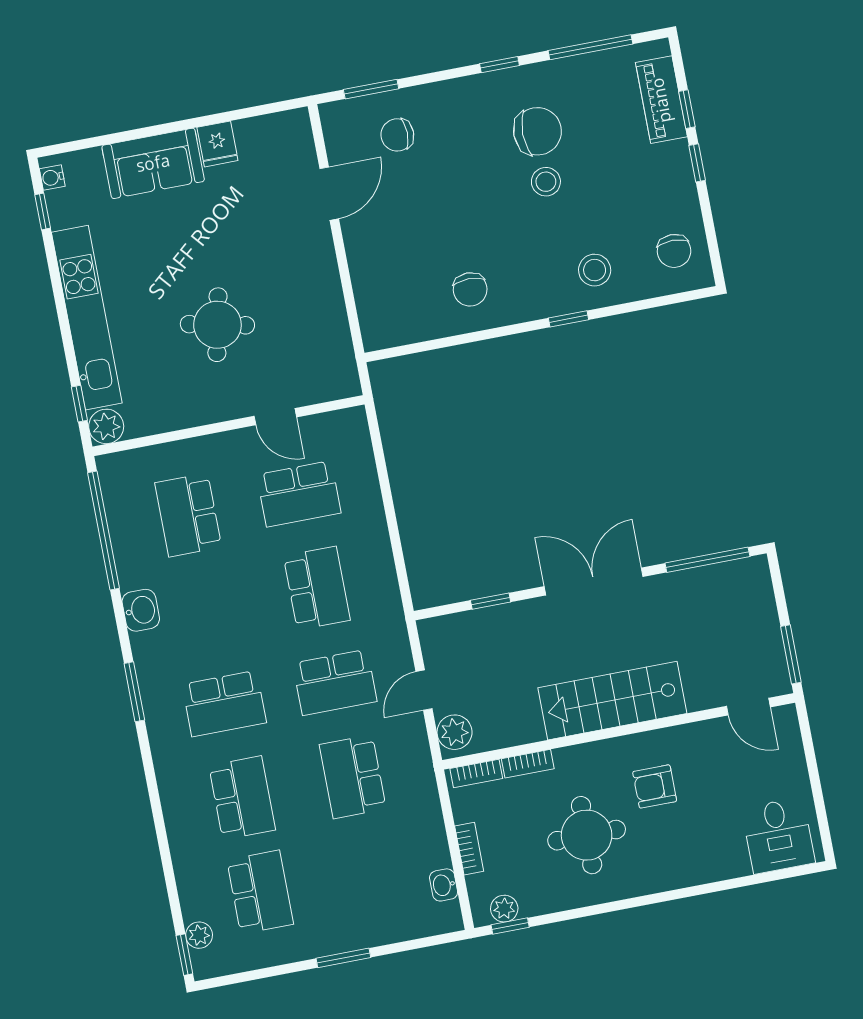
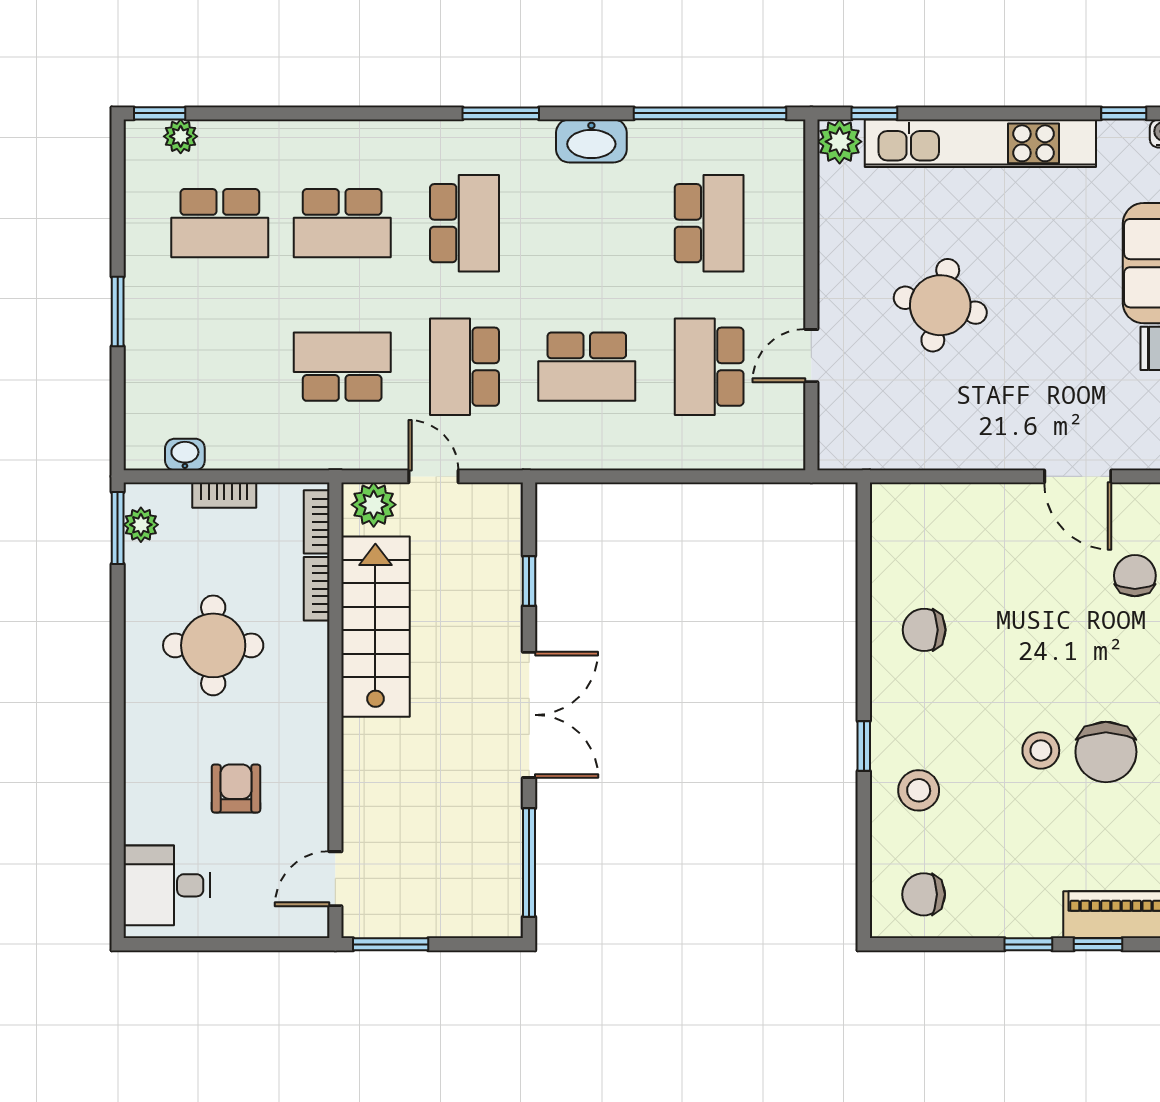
school desk: (188, 515) -> (709, 223), turned 90
washbasin: (141, 610) -> (591, 141), width x1.38
stairs: (612, 701) -> (375, 627), moved
school desk: (224, 704) -> (464, 223), turned 180
armchair: (655, 786) -> (236, 788), moved
window: (510, 926) -> (118, 528), width x1.50

